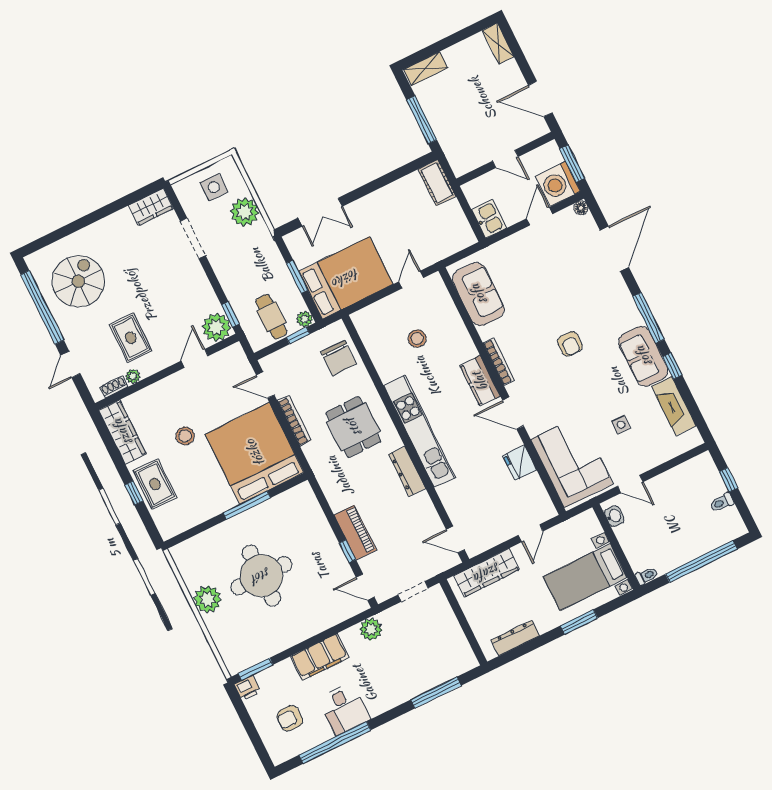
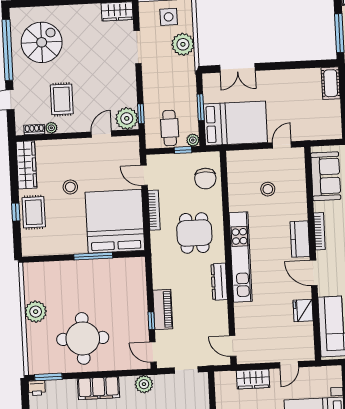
wardrobe: (487, 573) -> (253, 379), width x0.67
round table: (261, 576) -> (83, 338), moved

